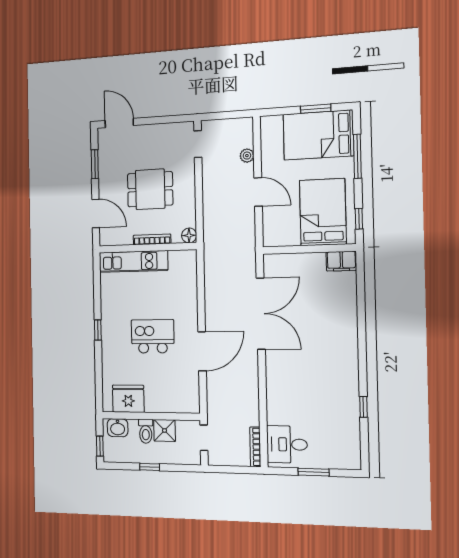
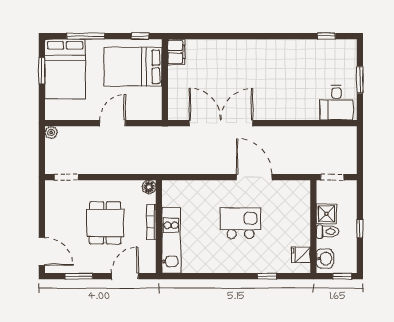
door: (119, 123) -> (42, 251), swing flipped
plant: (247, 156) -> (51, 132), moved
window: (98, 330) -> (267, 276), moved
kitchen island: (153, 336) -> (240, 223), turned 90
fridge: (128, 399) -> (301, 255), width x0.53, depth x0.75
window: (363, 407) -> (326, 36), moved
bookcase: (255, 447) -> (339, 131), removed

